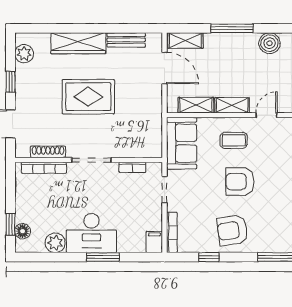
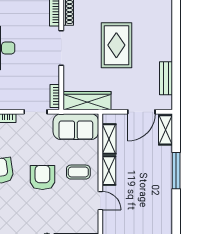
wardrobe: (78, 43) -> (87, 101), moved, turned 90
boiler: (270, 43) -> (163, 203), removed
coffee table: (234, 140) -> (78, 172), turned 90
bookcase: (132, 167) -> (55, 96), moved

